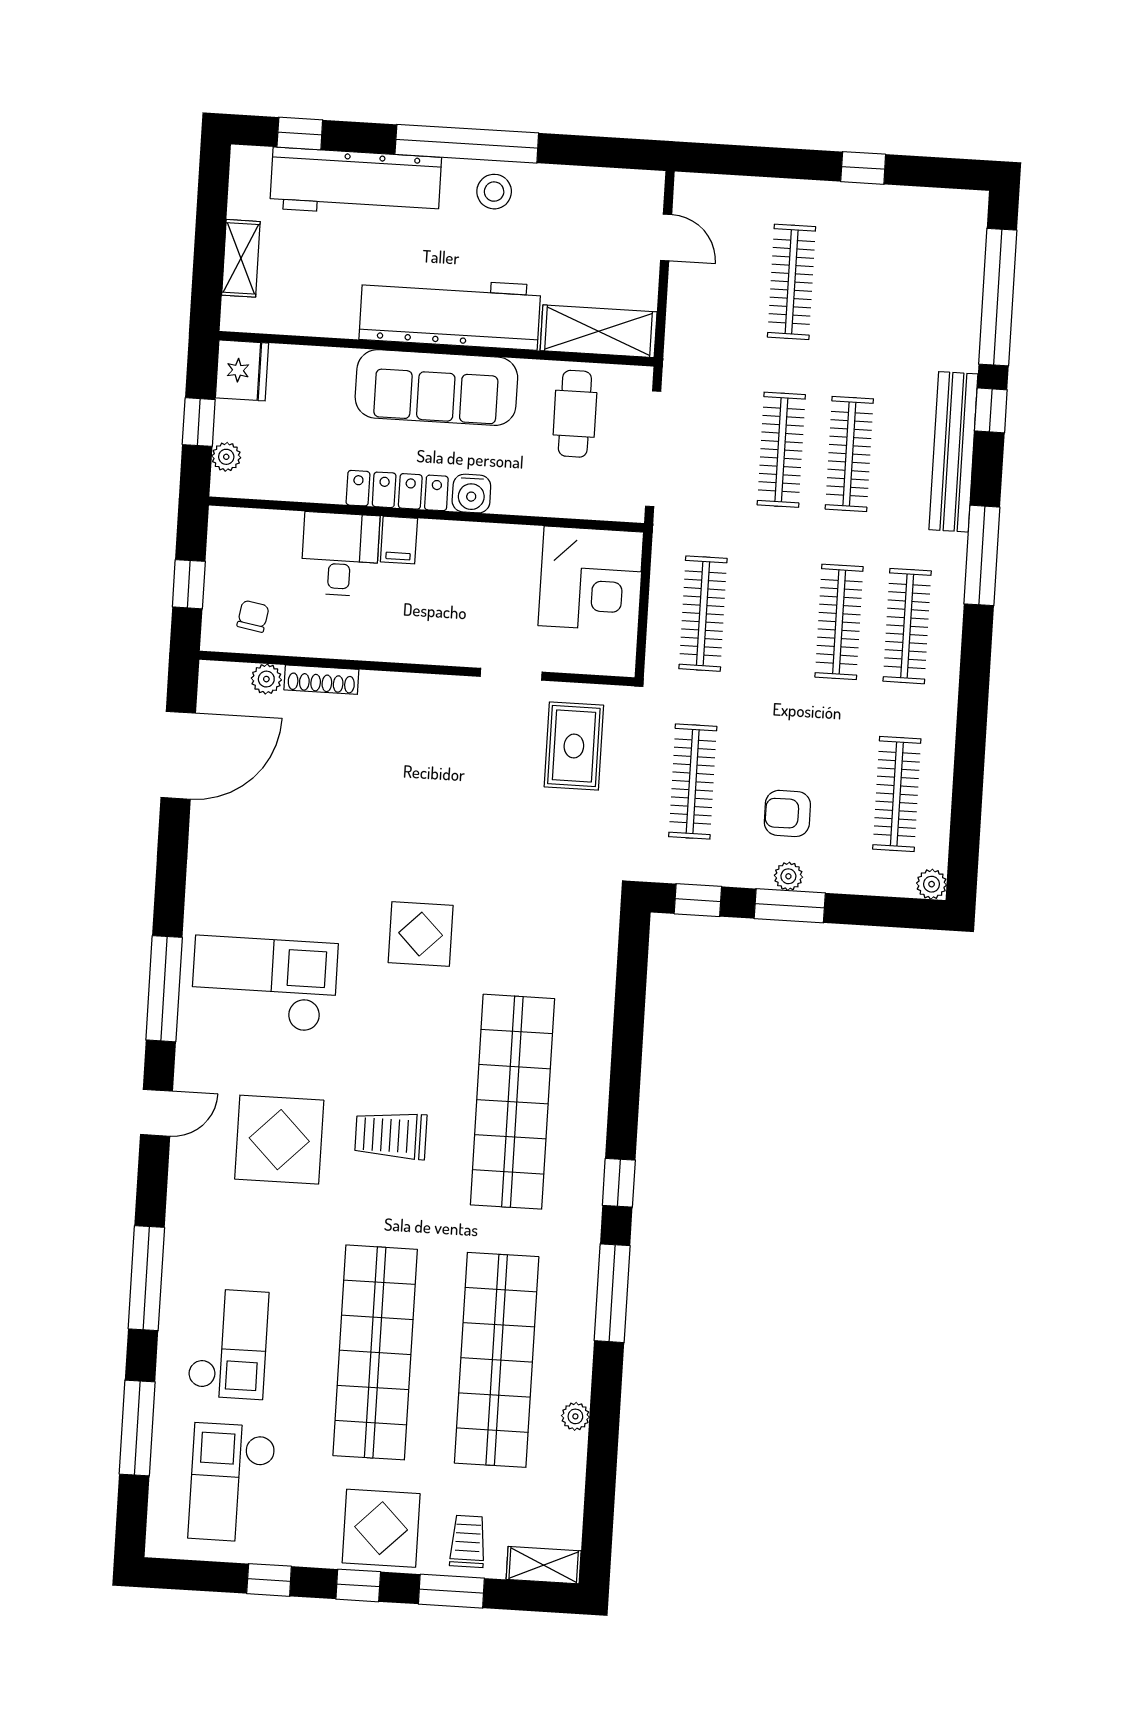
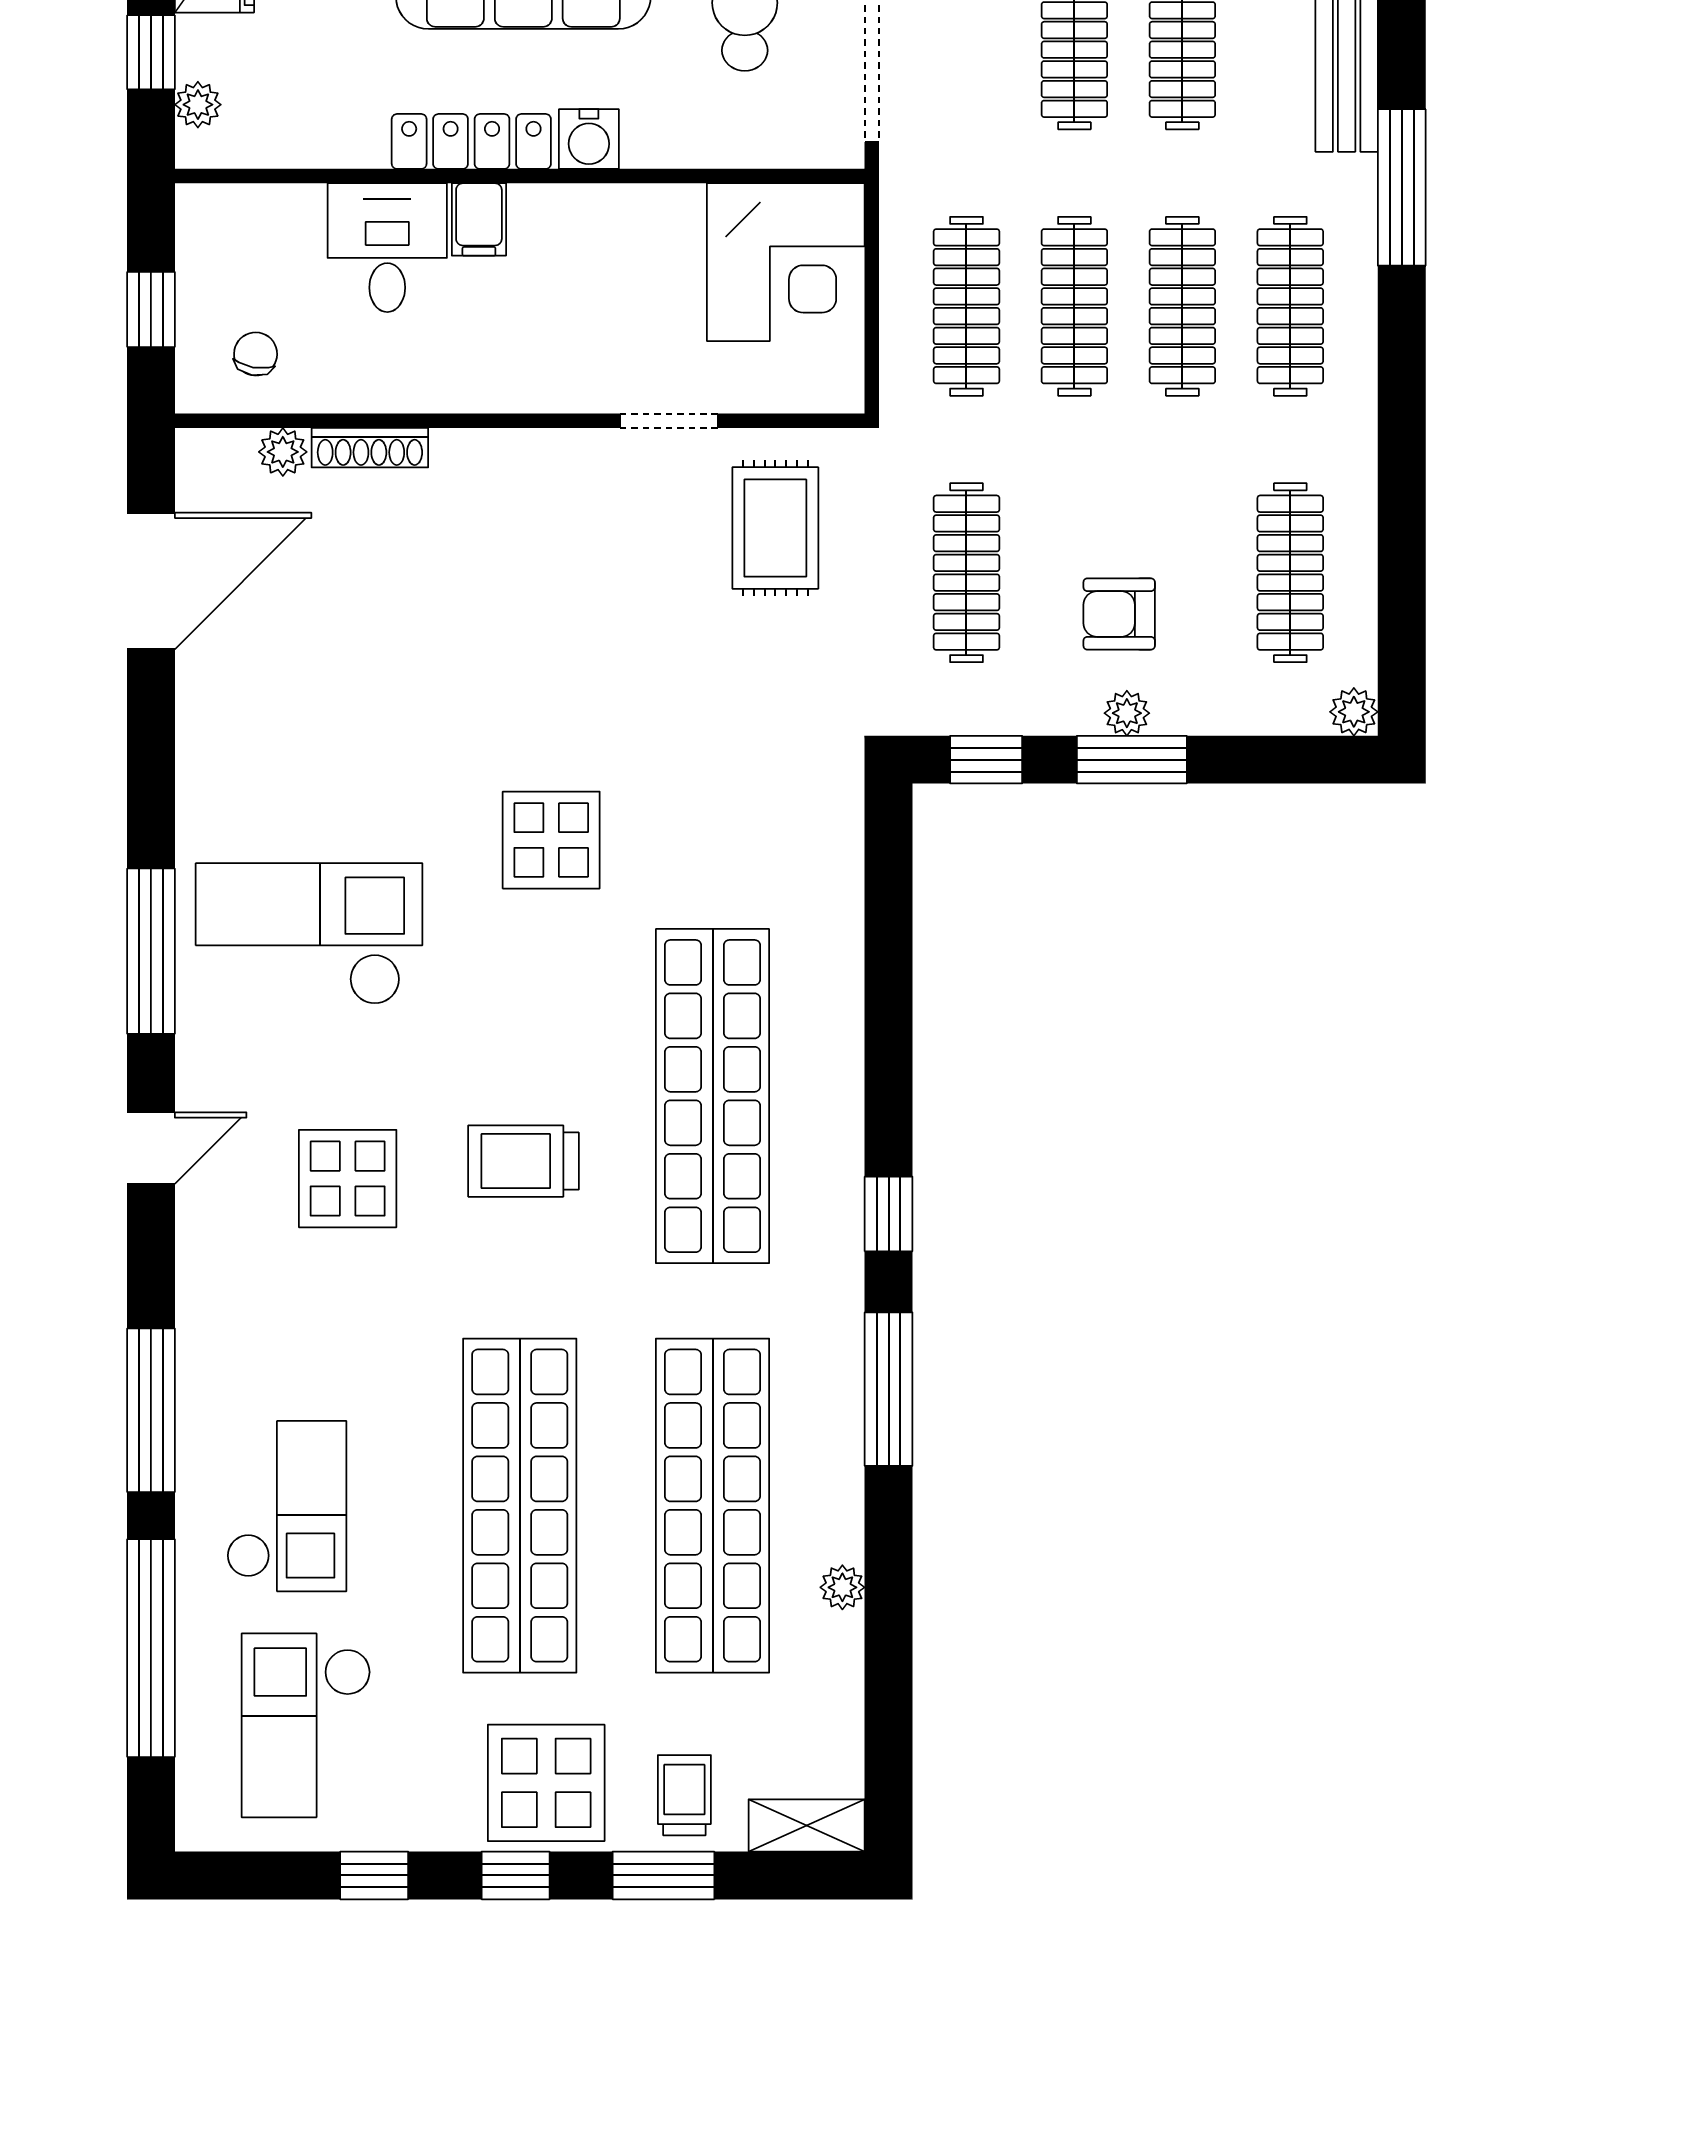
clothes rail: (771, 618) -> (1074, 306), added
display table: (279, 1140) -> (348, 1179), width x0.73, depth x0.73
window: (137, 1428) -> (151, 1648), width x1.46

